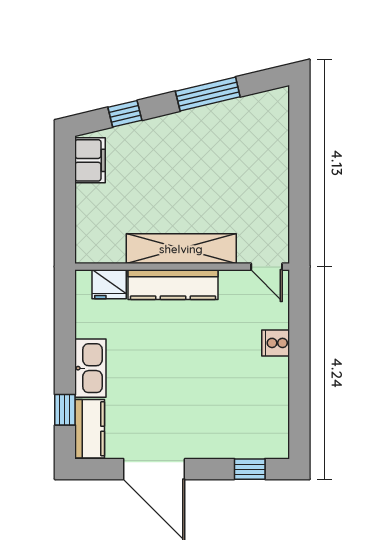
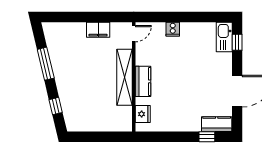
filing cabinet: (90, 160) -> (98, 30), moved, turned 180
kitchen counter: (173, 285) -> (143, 81), width x0.67
kitchen sink: (90, 368) -> (224, 37), moved, turned -90

